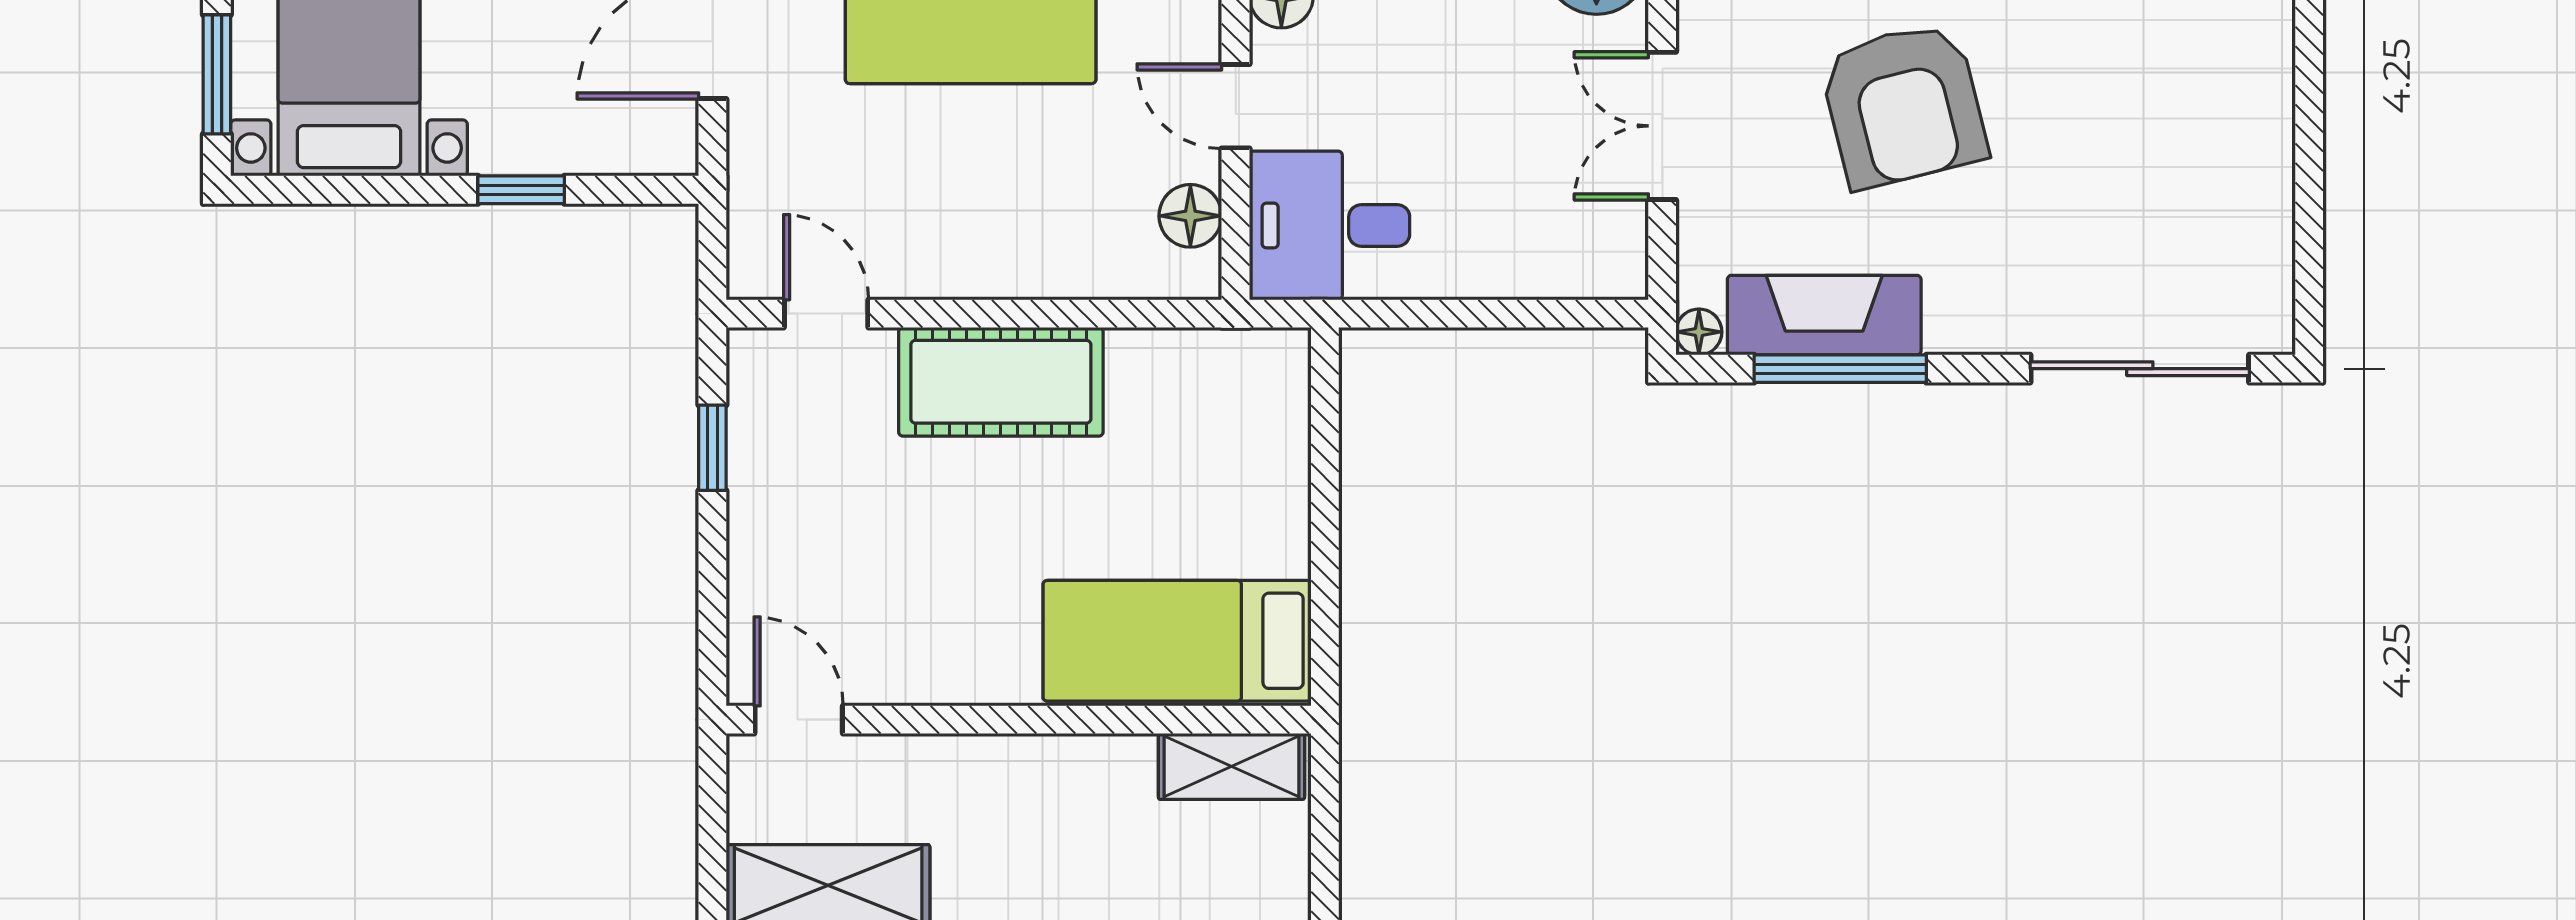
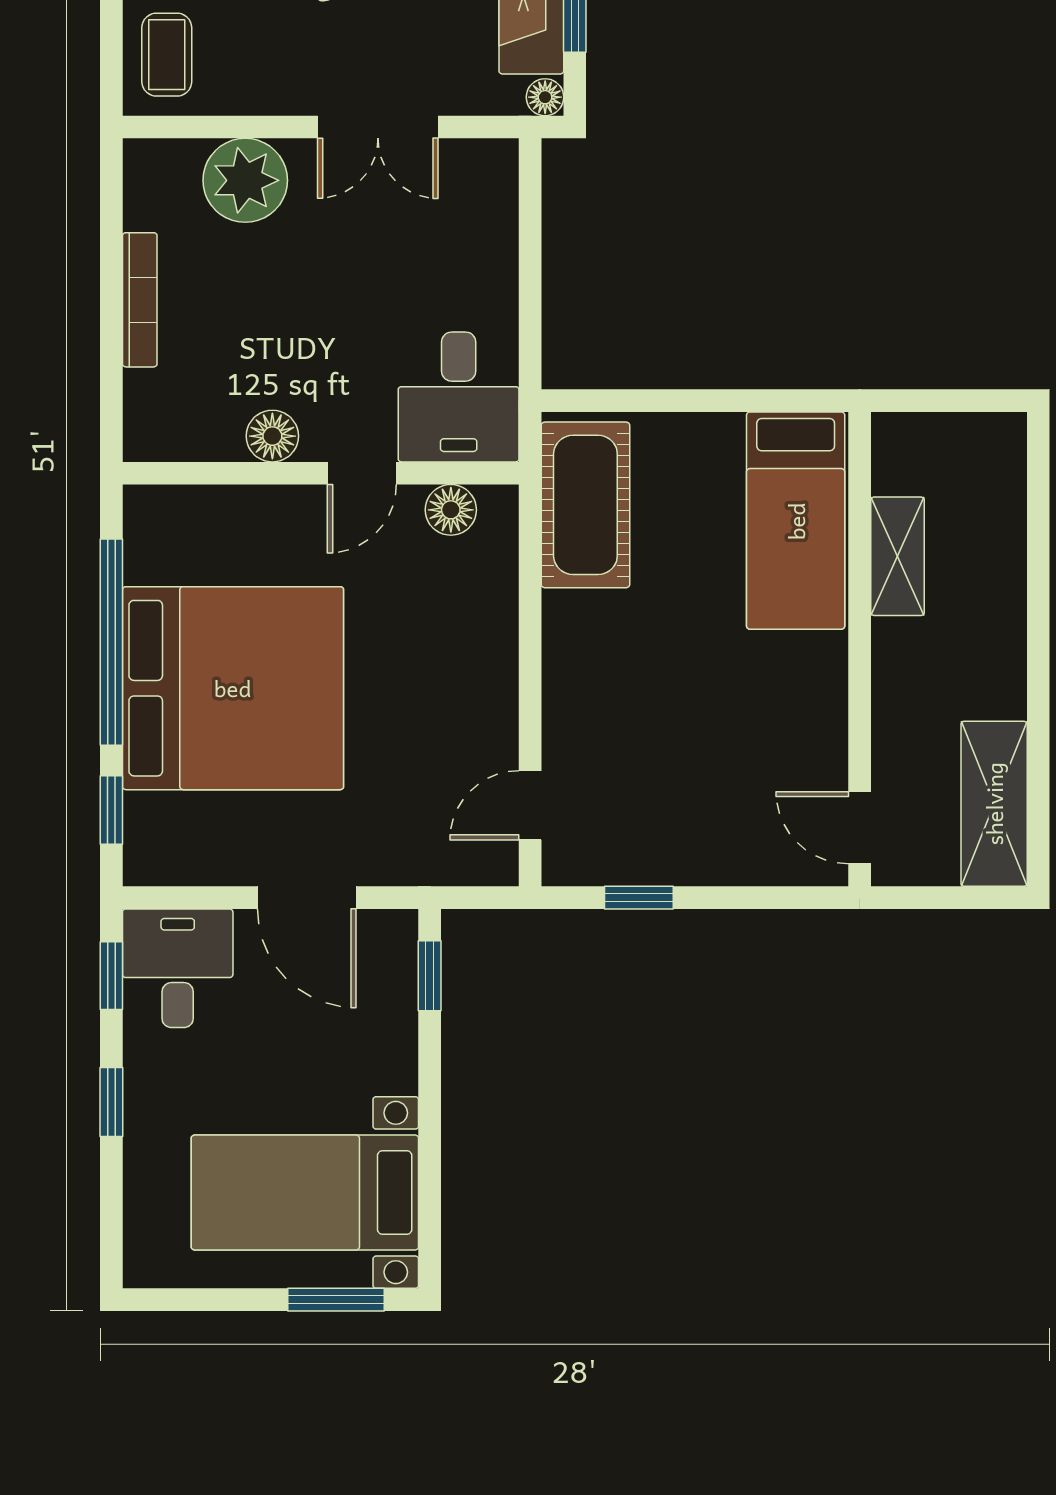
window: (521, 190) -> (430, 976), moved
cot: (1001, 382) -> (585, 505), moved
door: (799, 720) -> (860, 828), hinge flipped
shelving: (1231, 766) -> (897, 556), moved

